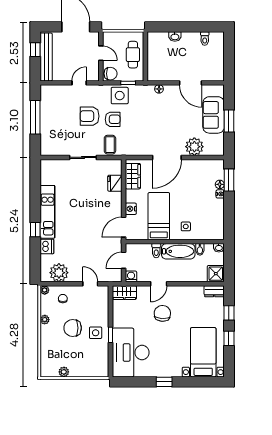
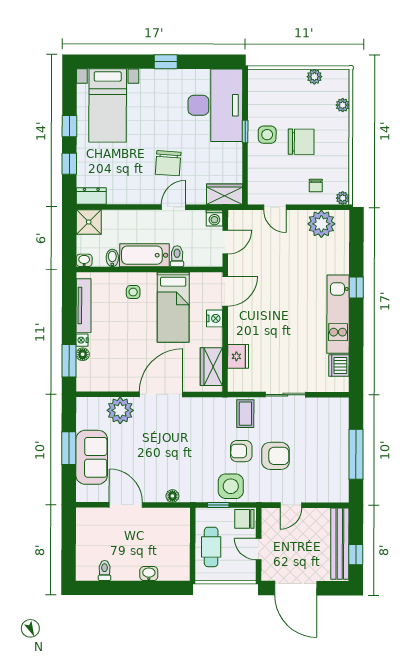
tv unit: (219, 217) -> (84, 306), added
dishwasher: (47, 246) -> (339, 365), moved
plant: (45, 320) -> (343, 105), moved

